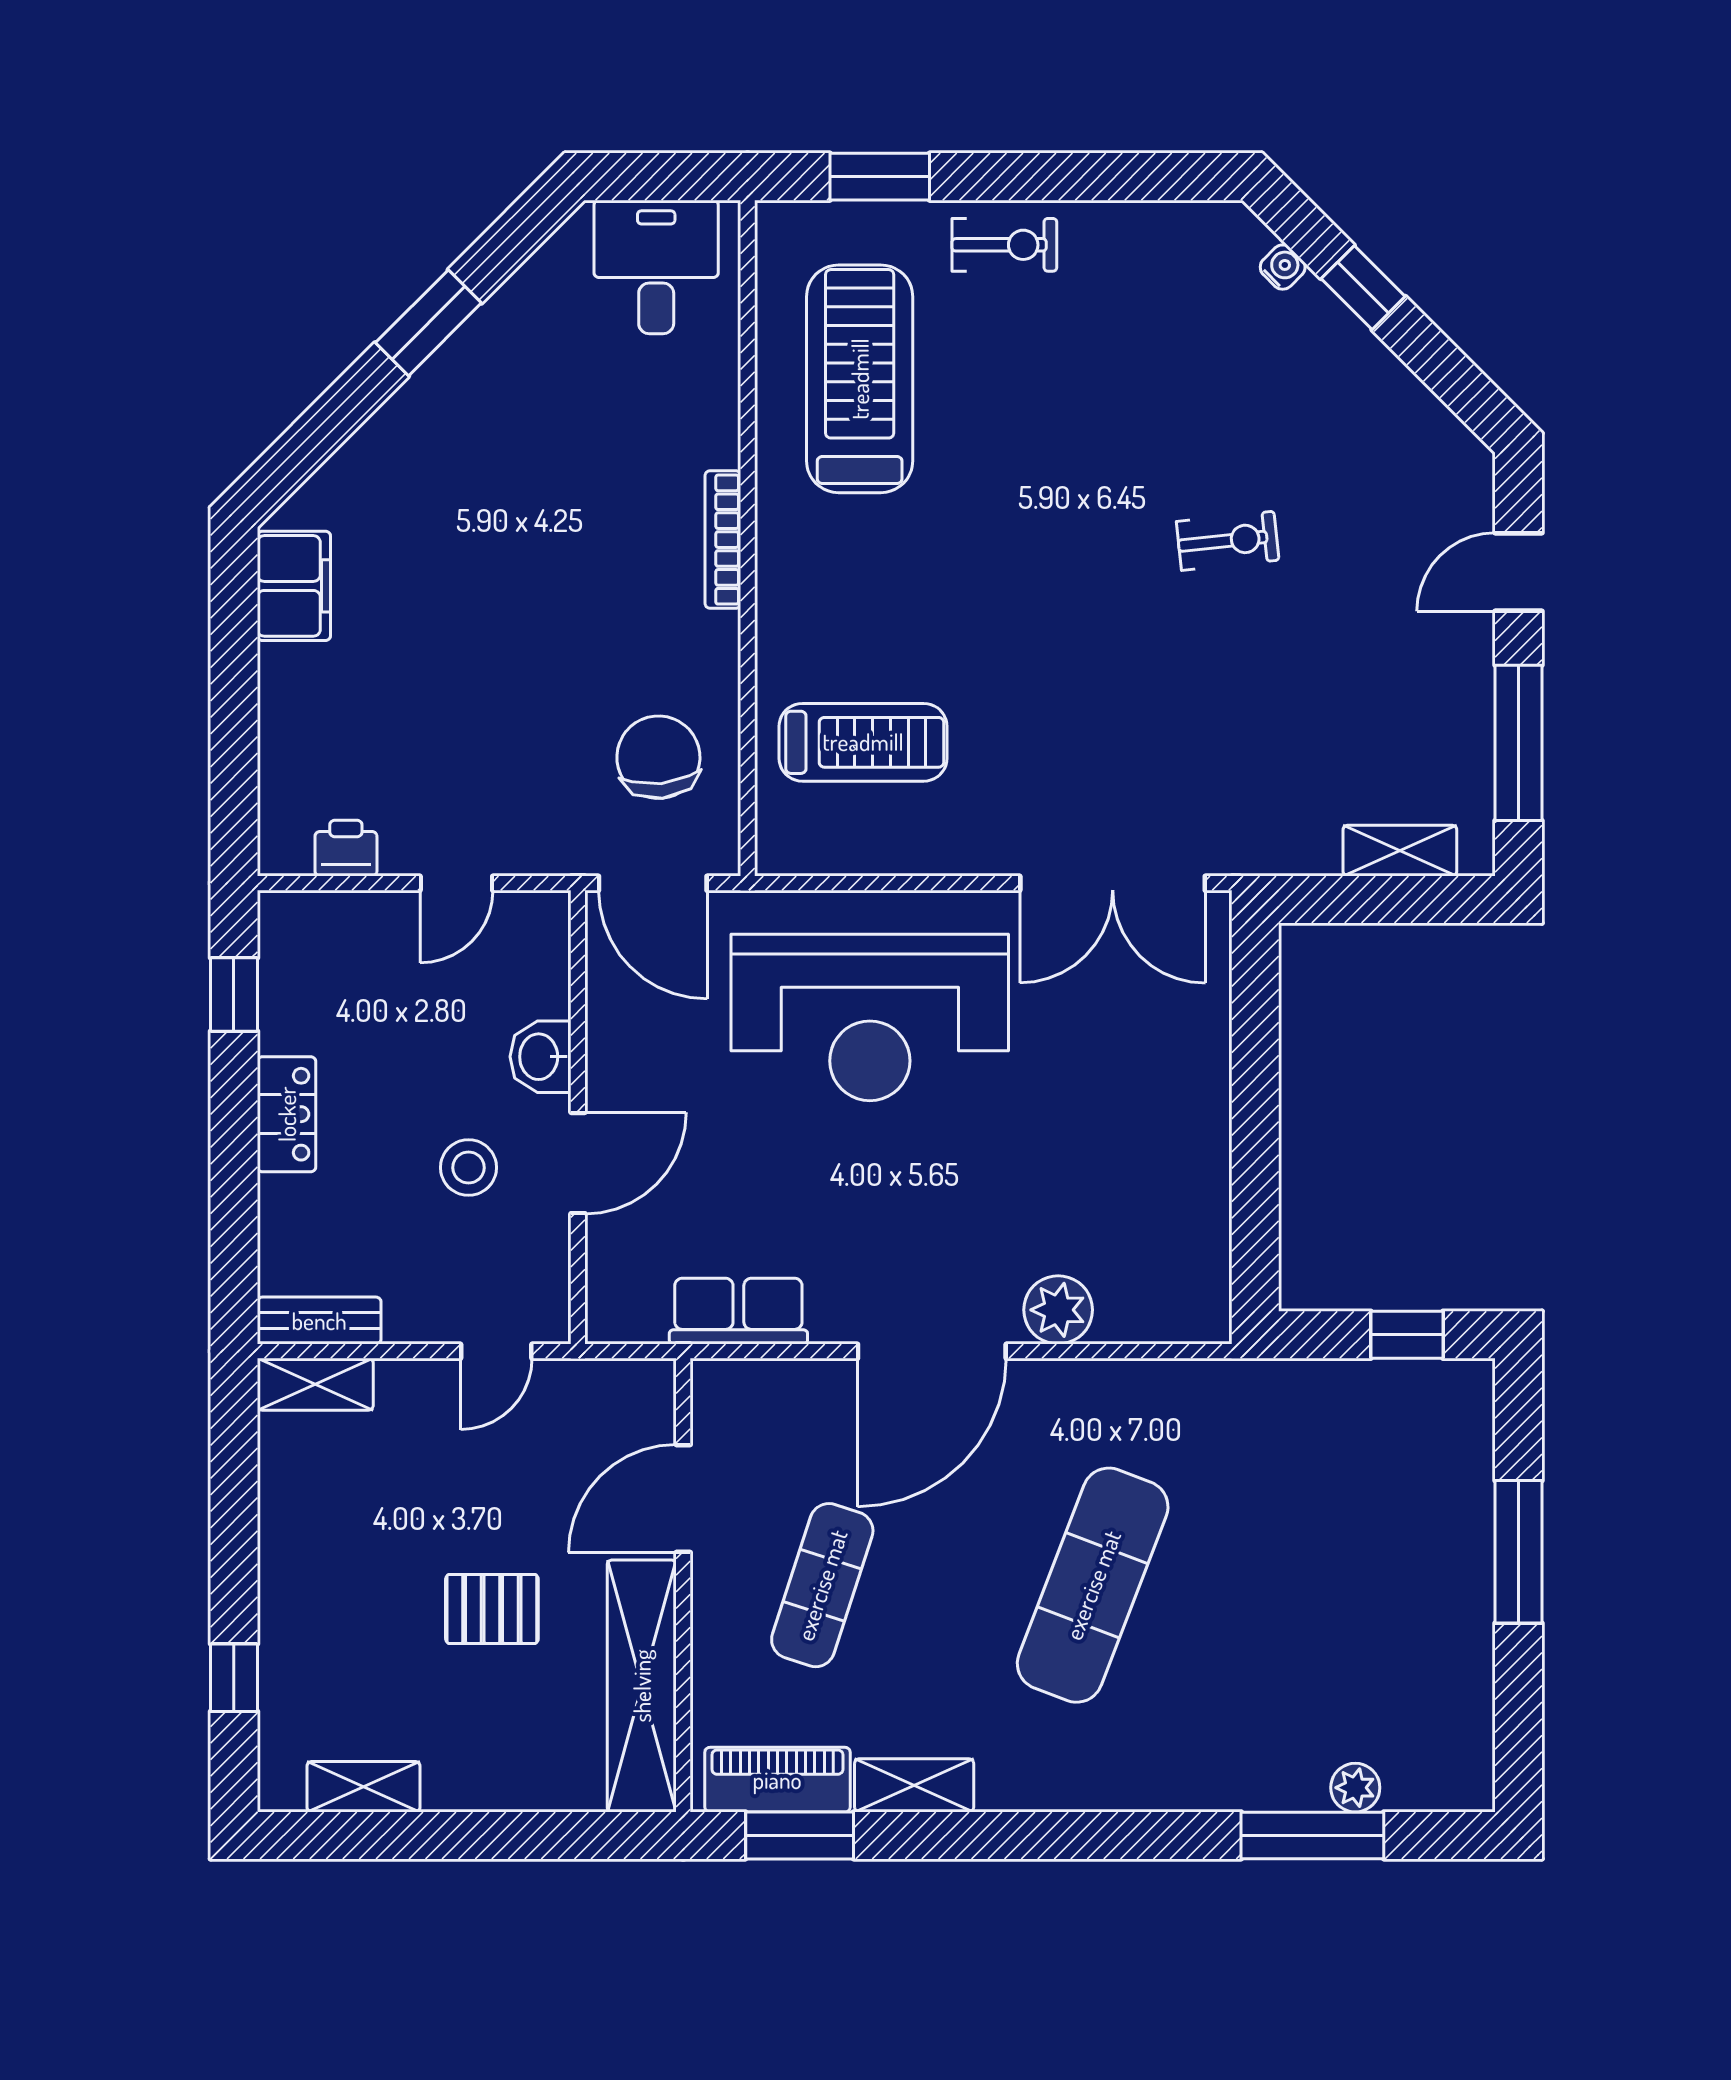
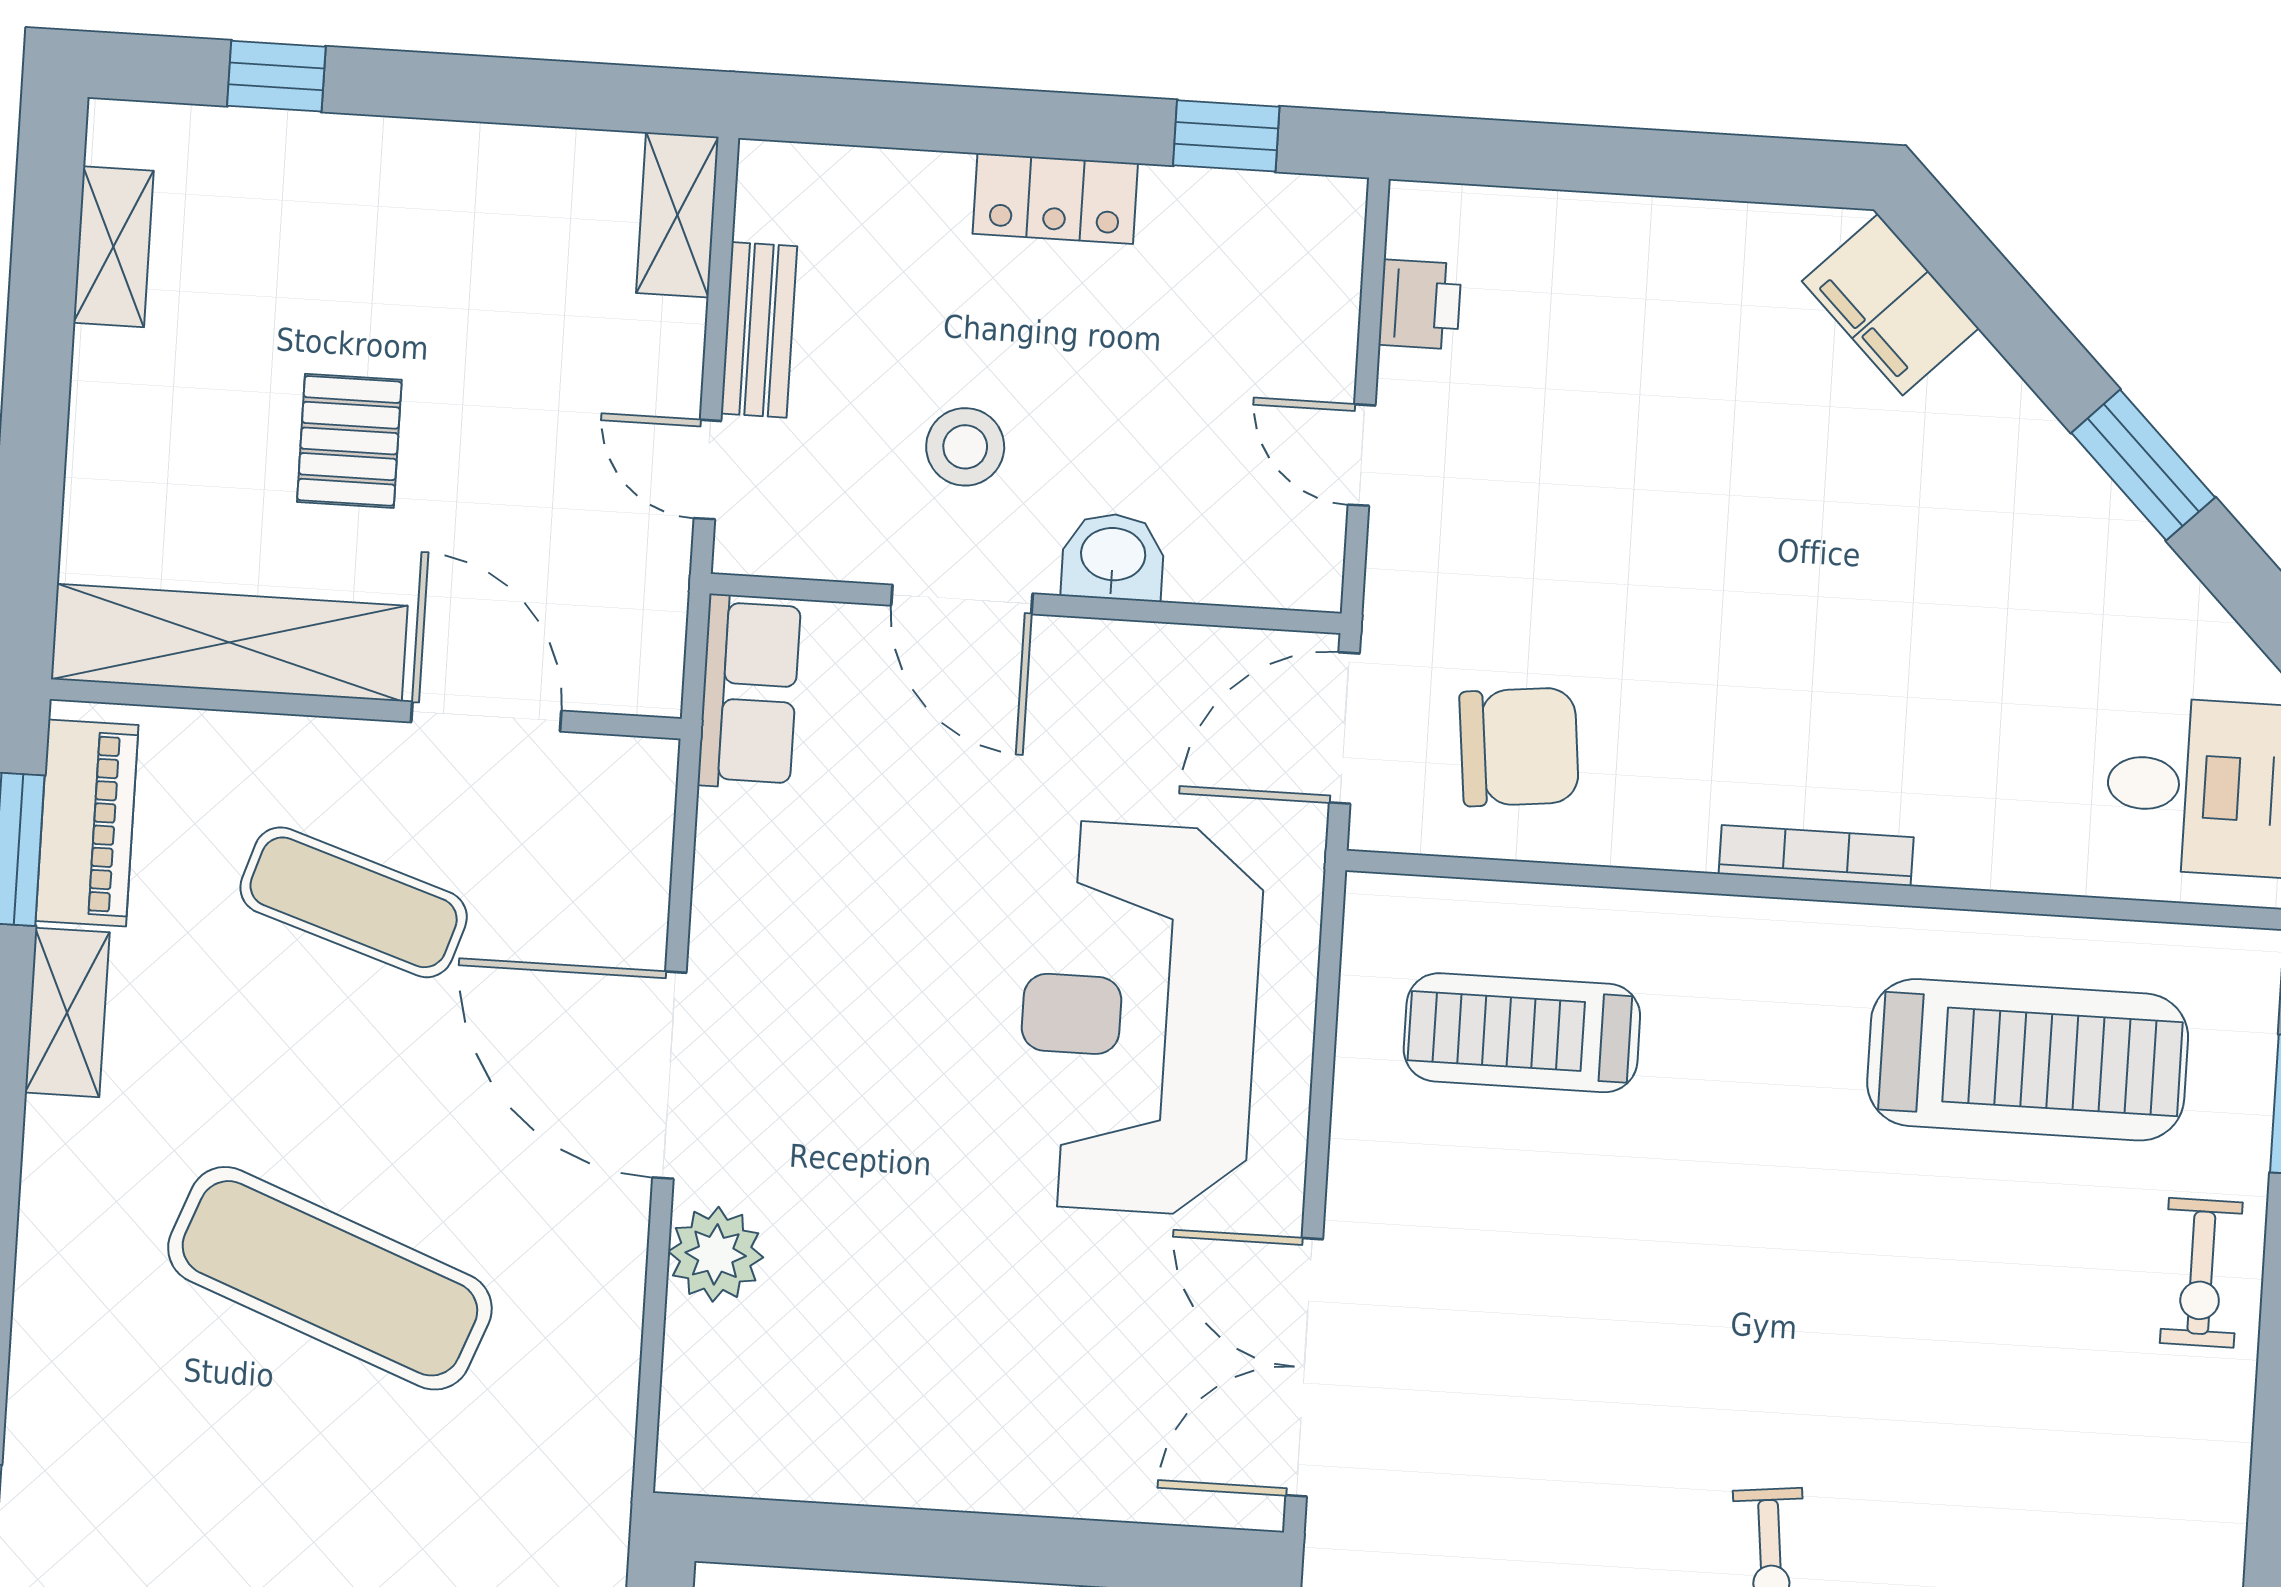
filing cabinet: (294, 586) -> (1890, 305), moved, turned 45
treadmill: (863, 742) -> (1522, 1033), turned 90
row of seats: (738, 1311) -> (749, 692), moved
bench: (319, 1321) -> (759, 330), moved

